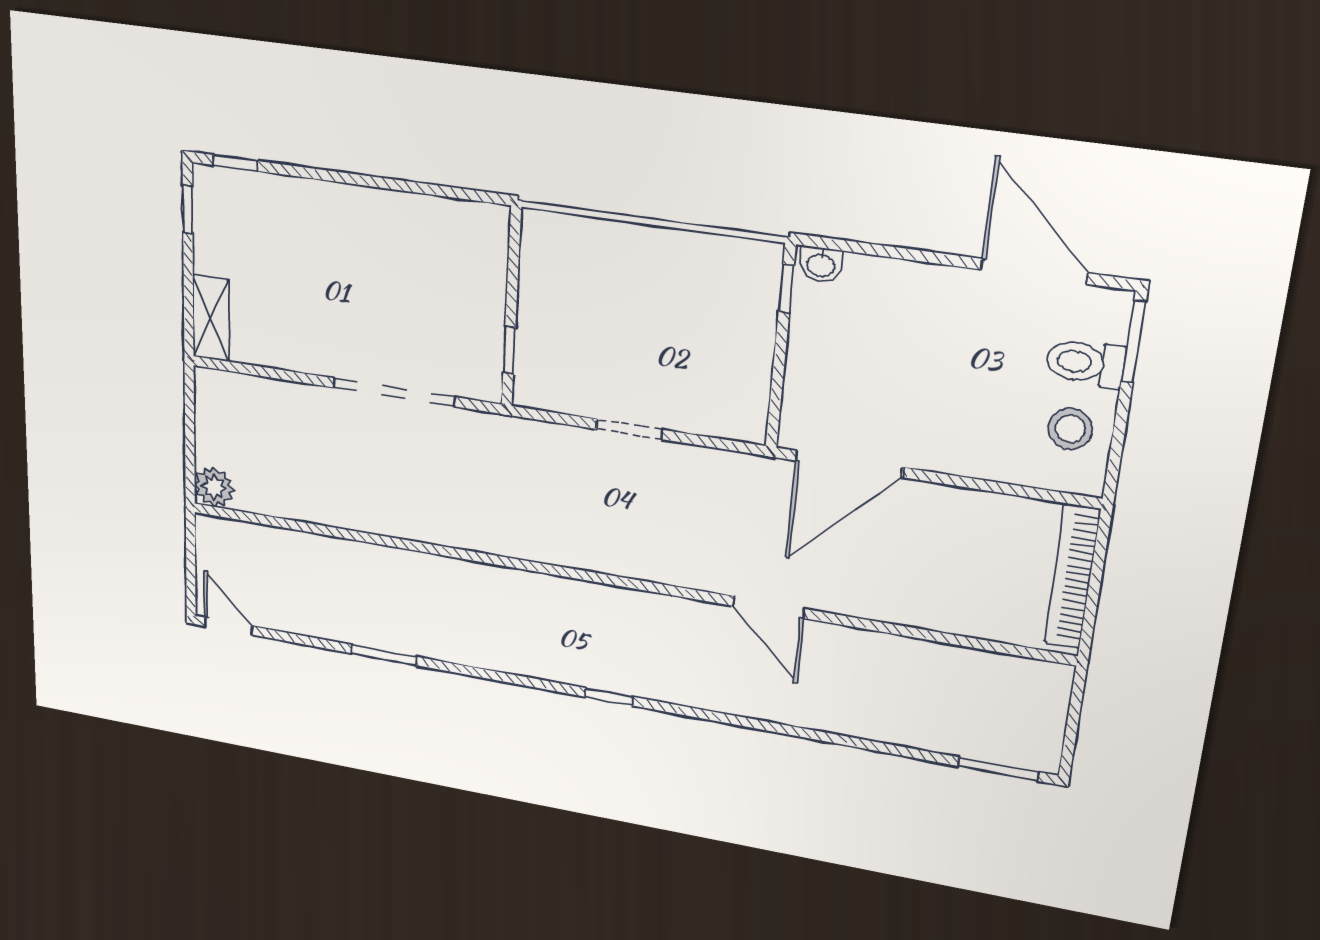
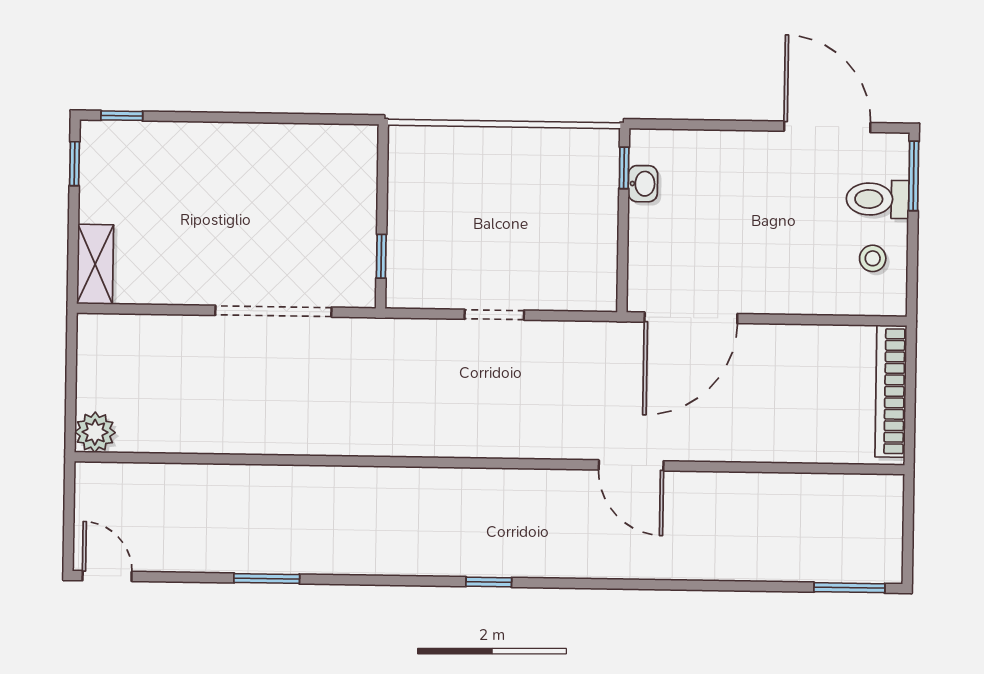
washbasin: (821, 264) -> (643, 184), moved, turned -90
stool: (1070, 429) -> (873, 258), width x0.73, depth x0.73

